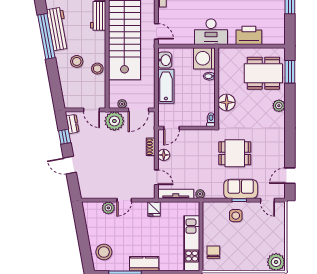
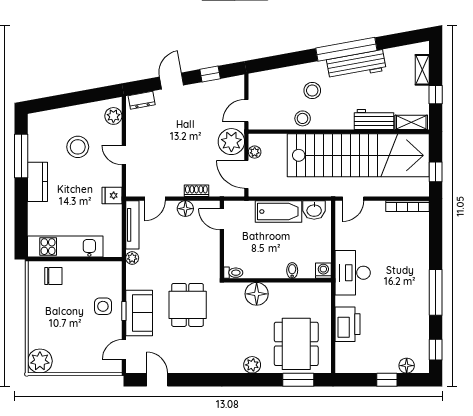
washing machine: (204, 58) -> (323, 271), width x0.53, depth x0.53
dresser: (72, 124) -> (142, 100), moved
plant: (108, 208) -> (113, 116), moved
stool: (104, 252) -> (78, 147), moved

